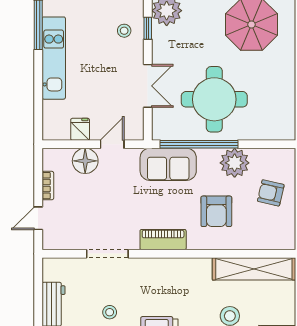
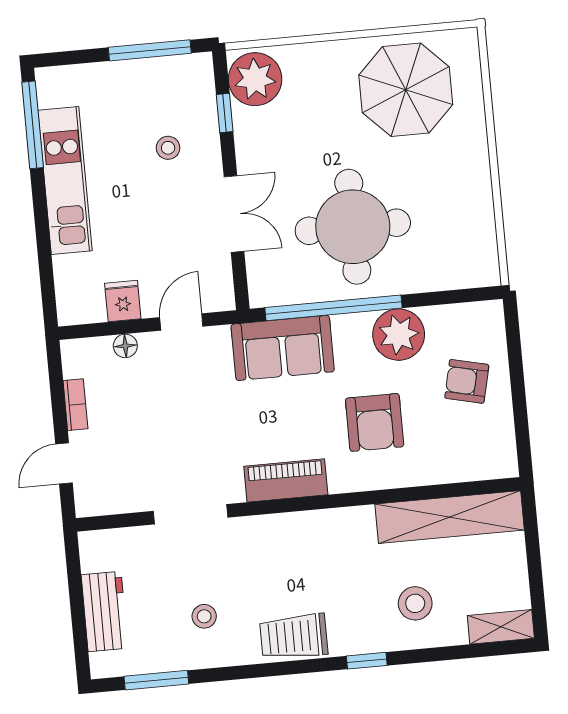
stool: (124, 31) -> (168, 148), moved
floor lamp: (85, 161) -> (125, 346), width x0.53, depth x0.53

